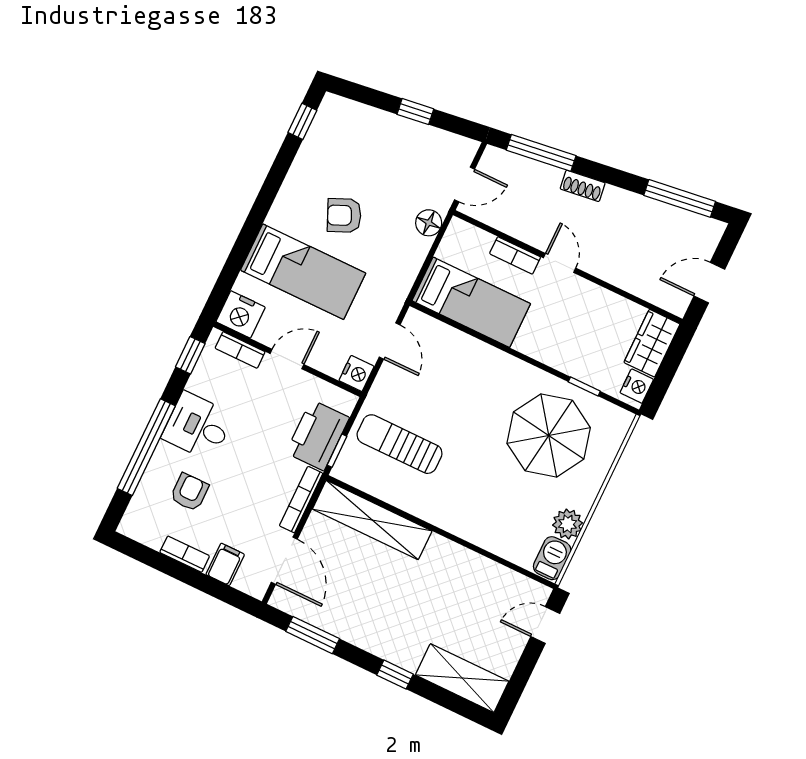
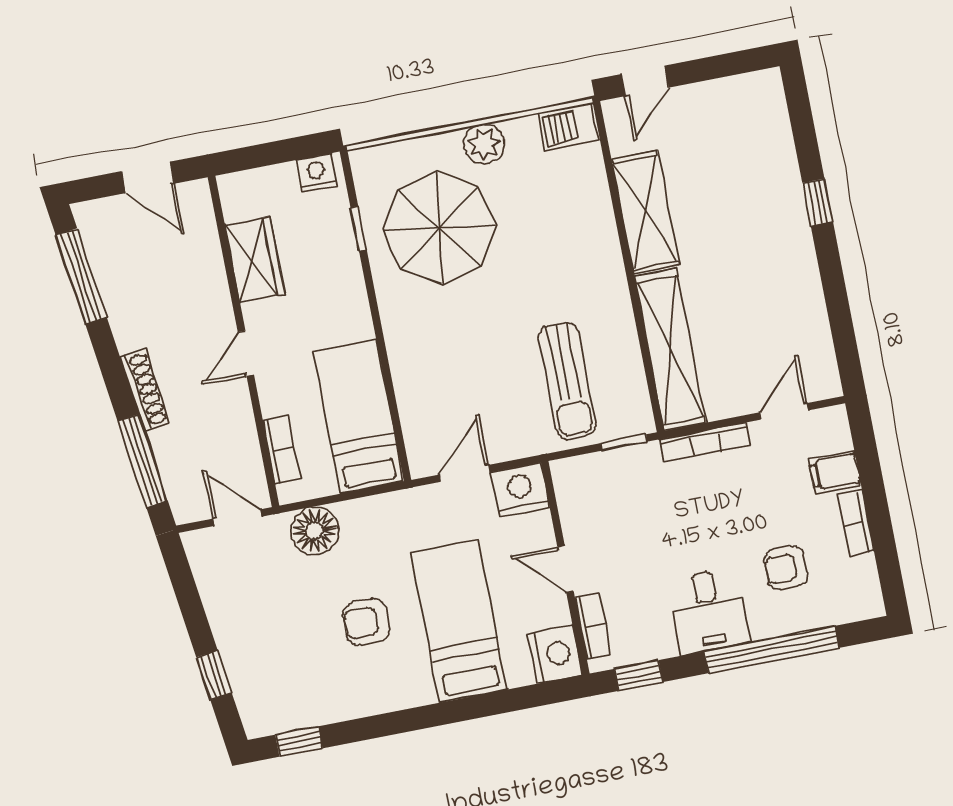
window: (415, 112) -> (214, 675), moved
shoe rack: (583, 186) -> (145, 390), width x1.43
armchair: (344, 215) -> (366, 622), turned 114
floor lamp: (429, 223) -> (315, 531), width x1.38, depth x1.38
bookcase: (515, 255) -> (281, 450), moved
wardrobe: (652, 343) -> (255, 259), moved, turned -90
nightstand: (356, 373) -> (520, 490), width x1.36, depth x1.33
printer: (318, 435) -> (623, 476), removed
plant: (568, 524) -> (484, 144), moved
door: (284, 561) -> (784, 411), width x0.73
door: (545, 625) -> (645, 81), hinge flipped
window: (313, 635) -> (841, 322), removed
shelving: (462, 678) -> (645, 212), moved

